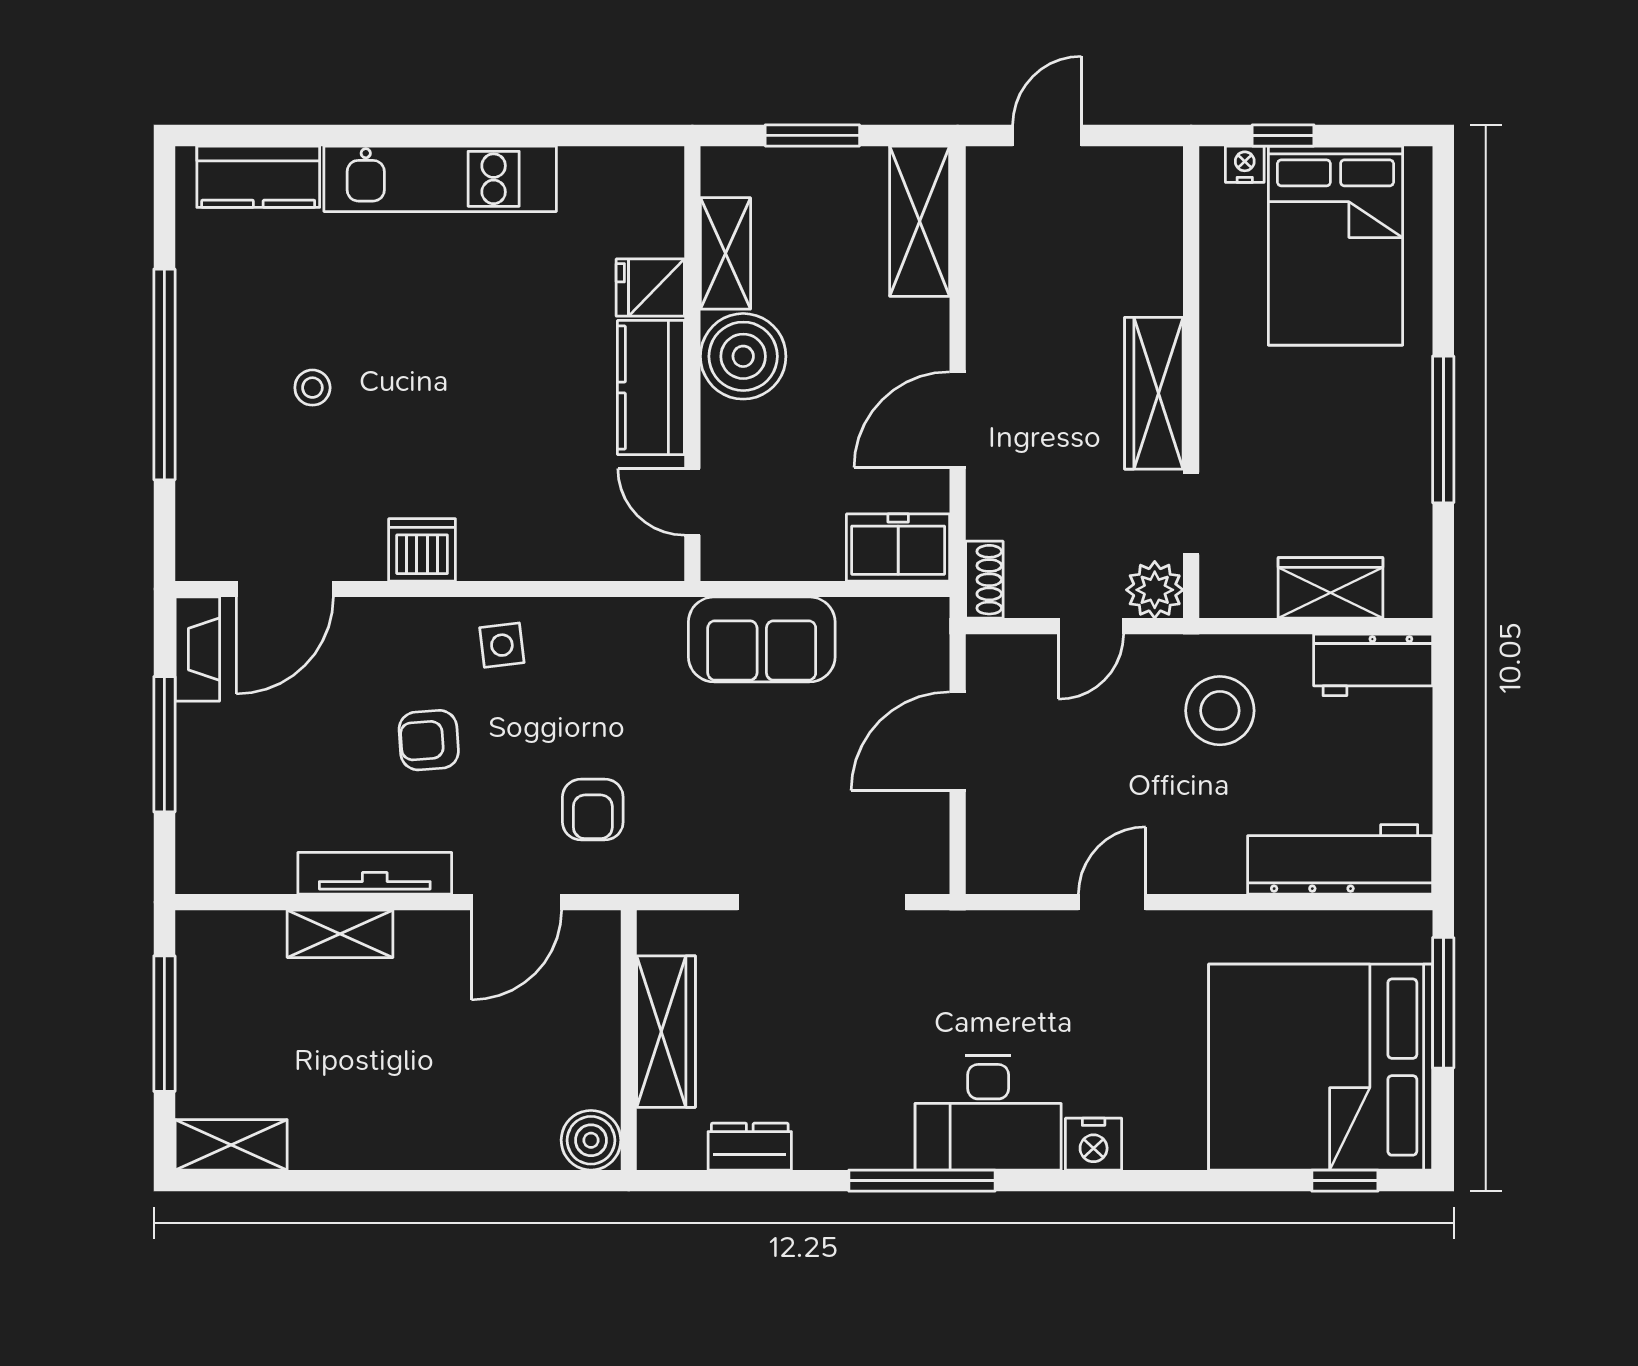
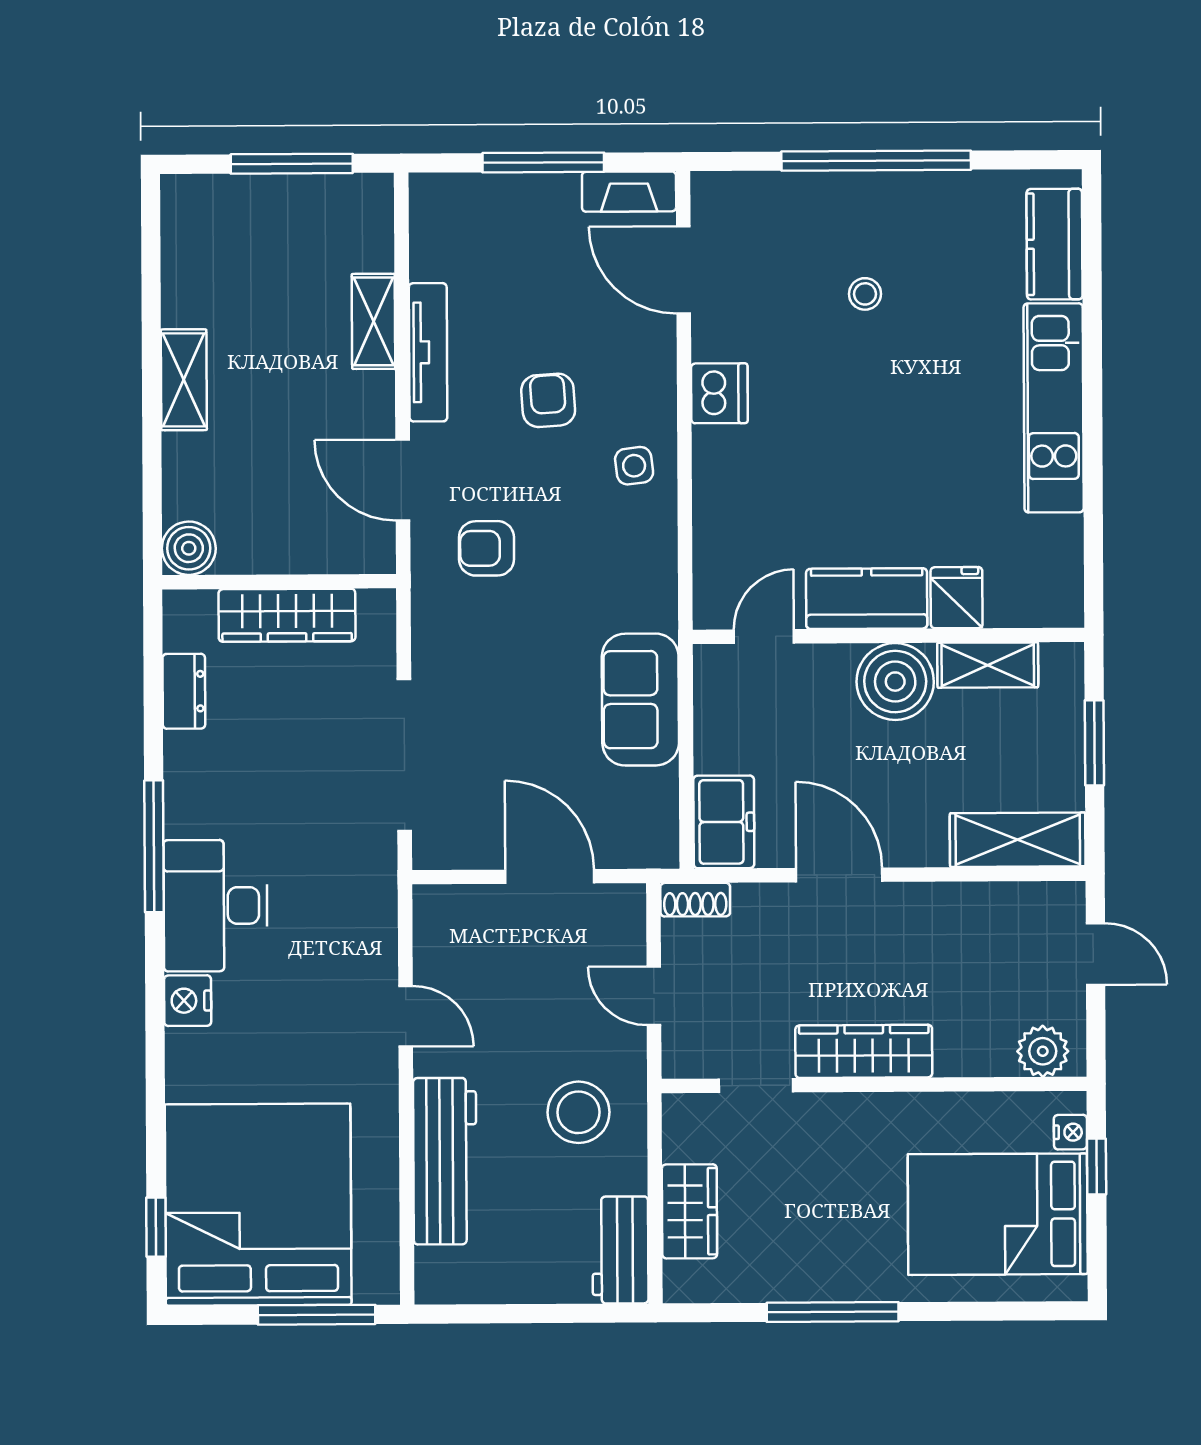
plant: (1155, 590) -> (1043, 1051), moved
workbench: (1340, 859) -> (445, 1161), moved
shelving: (231, 1145) -> (184, 380), moved

